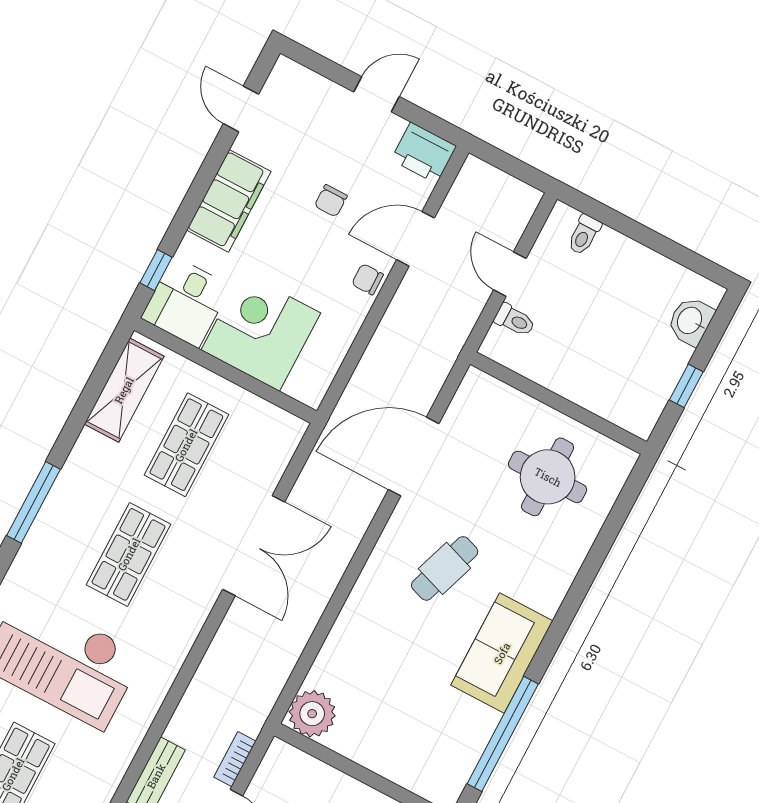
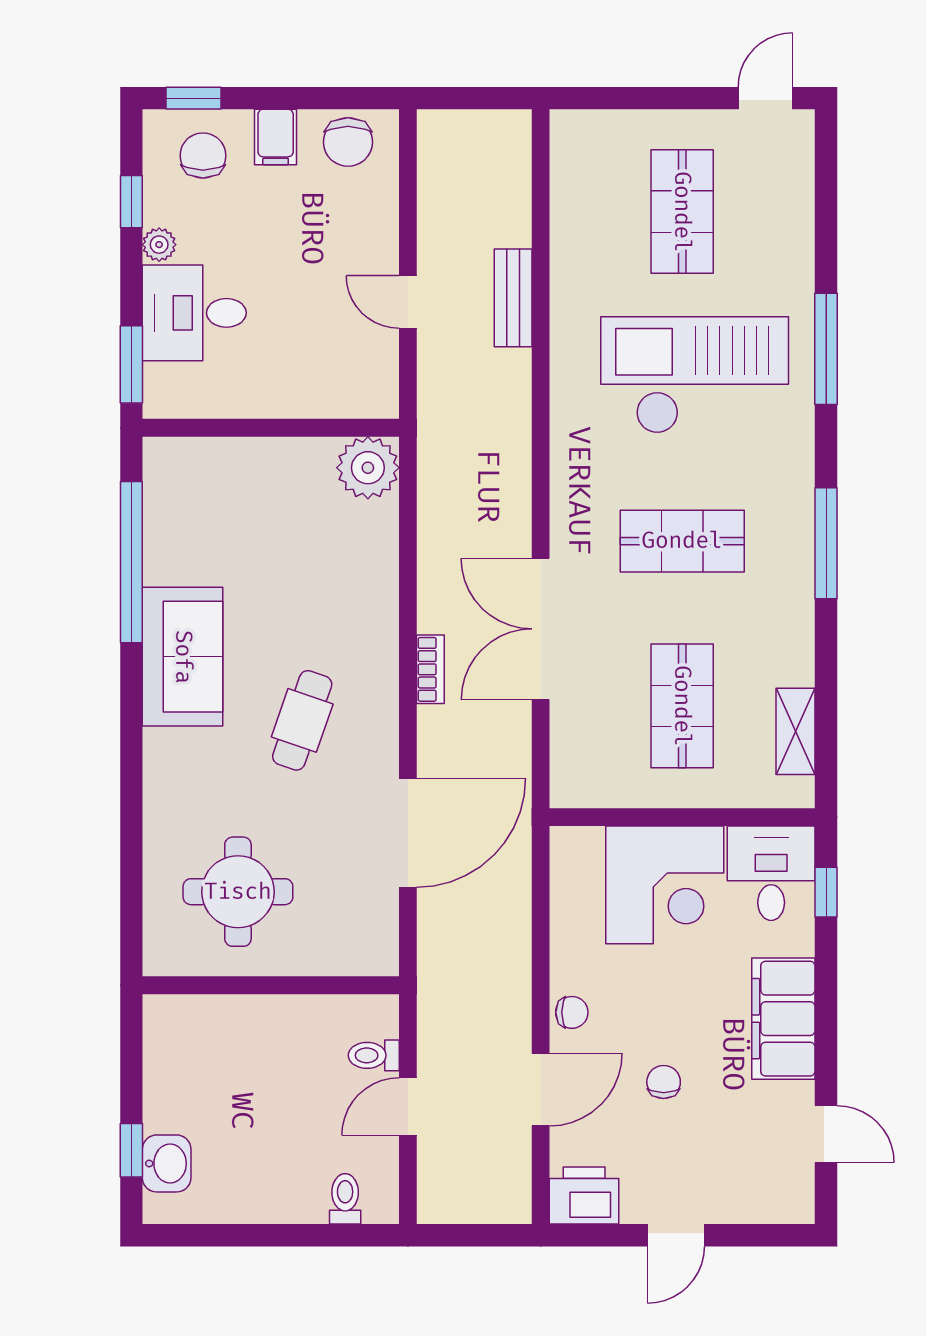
door: (510, 274) -> (408, 1107), swing flipped
window: (686, 386) -> (131, 1150), moved
shelving: (124, 390) -> (796, 731), width x0.67, depth x0.75
shop shelf: (129, 554) -> (682, 541), turned 90
bookcase: (235, 759) -> (430, 669), moved

